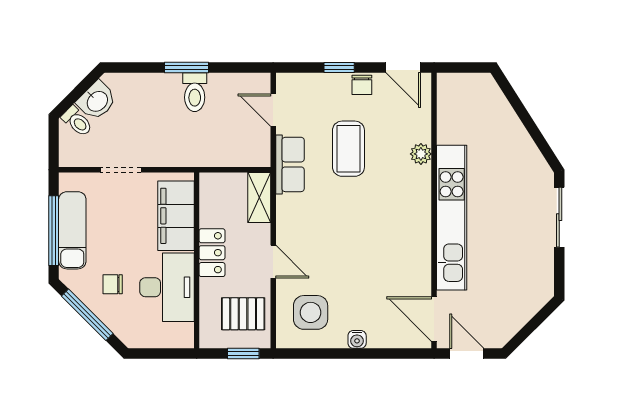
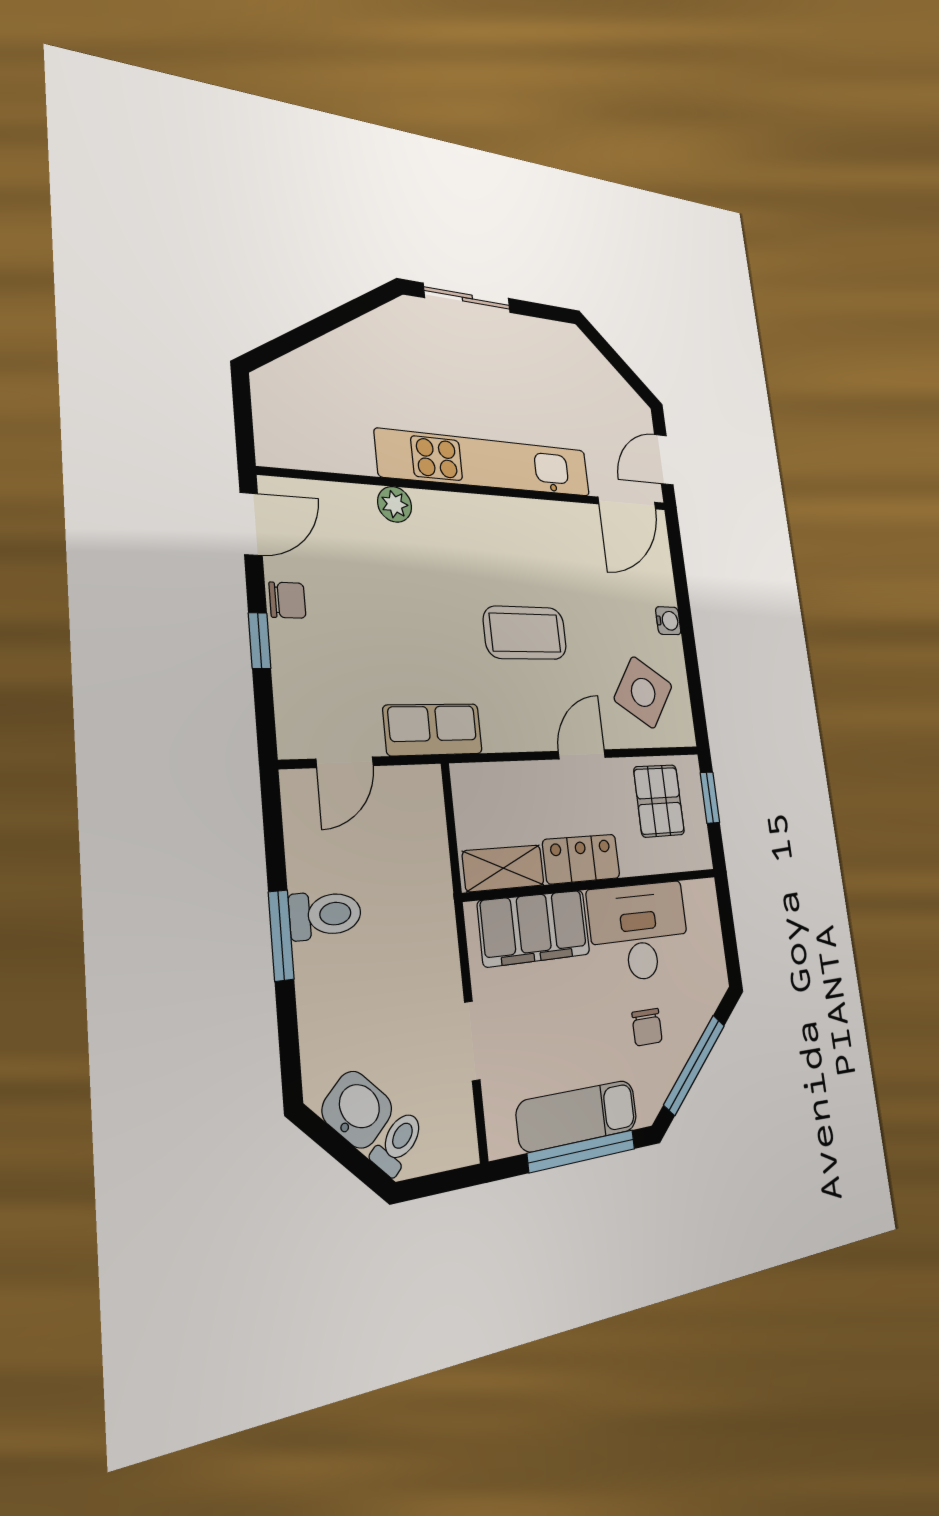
coffee table: (348, 149) -> (525, 633), moved
shelving: (259, 197) -> (503, 868), moved
side table: (311, 312) -> (643, 692), turned 34

